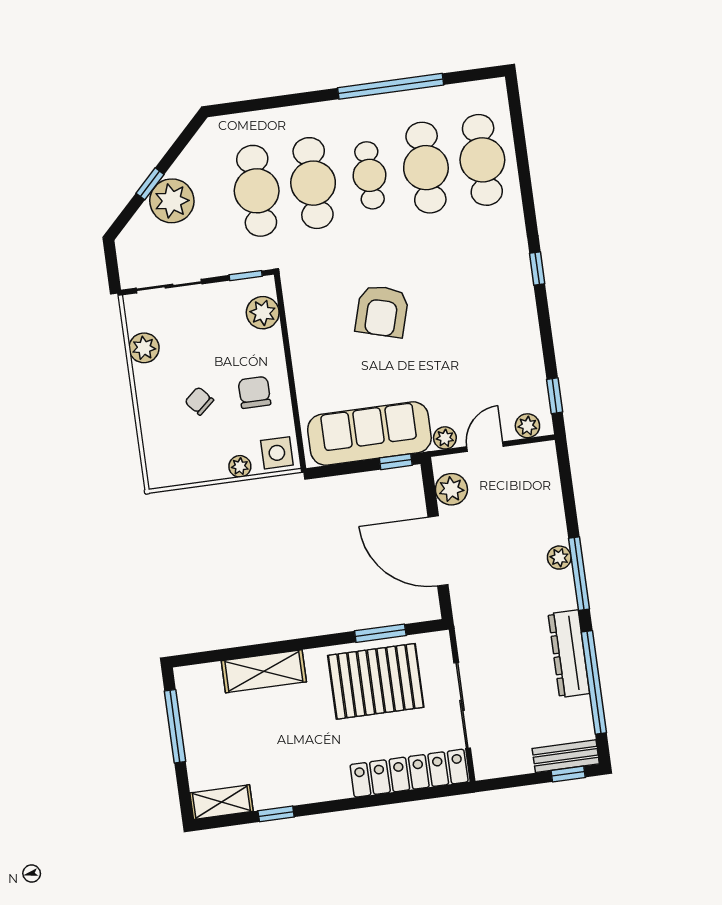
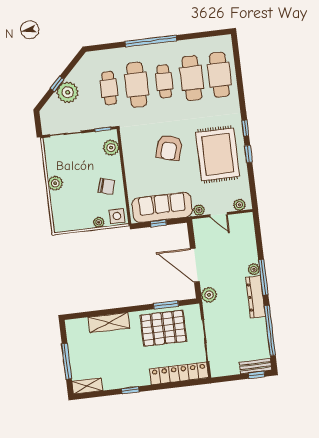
window: (391, 86) -> (151, 41), moved
cafe table: (257, 191) -> (109, 88), width x0.73, depth x0.74
rug: (481, 323) -> (218, 154), added
plant: (144, 348) -> (55, 183), moved
chair: (254, 392) -> (106, 186), turned 106
window: (555, 396) -> (248, 154), moved
chair: (199, 401) -> (79, 190), removed
door: (485, 447) -> (219, 215), swing flipped
window: (396, 462) -> (158, 223), moved
plant: (451, 489) -> (209, 295), moved
dresser: (569, 654) -> (255, 297), moved
window: (175, 726) -> (67, 361), moved
window: (276, 814) -> (130, 390), moved

